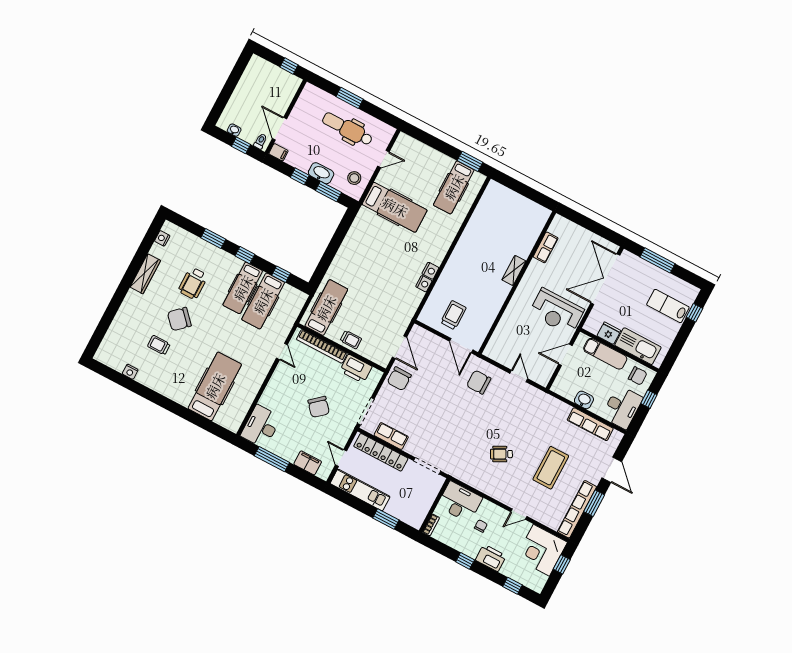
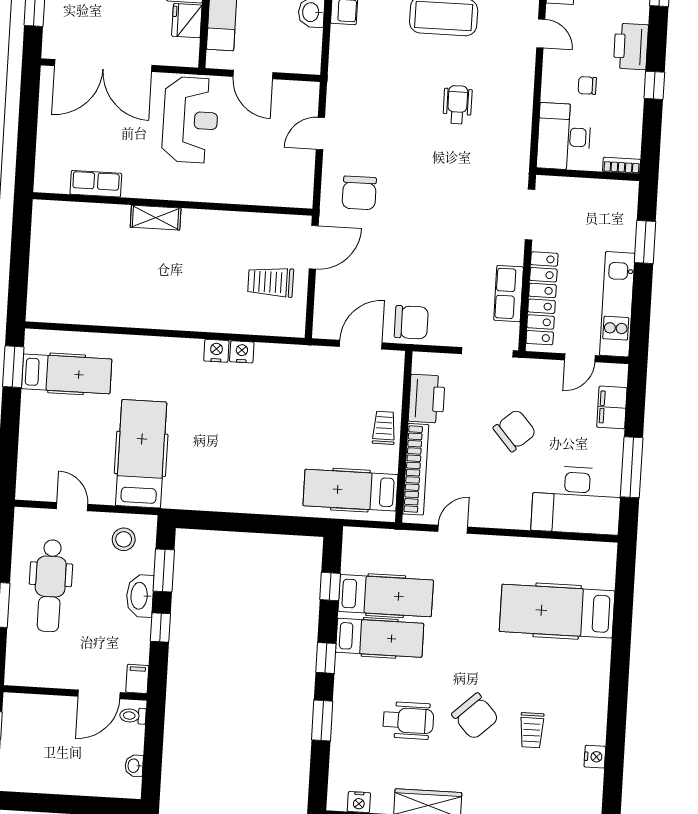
window: (241, 145) -> (153, 744), removed
desk: (261, 426) -> (576, 500), width x1.36, depth x1.30
wheelchair: (501, 454) -> (457, 105), turned -152

